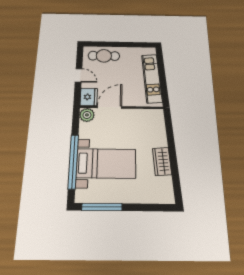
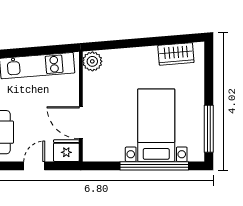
plant: (87, 115) -> (92, 61), moved
wardrobe: (162, 161) -> (176, 54), moved

